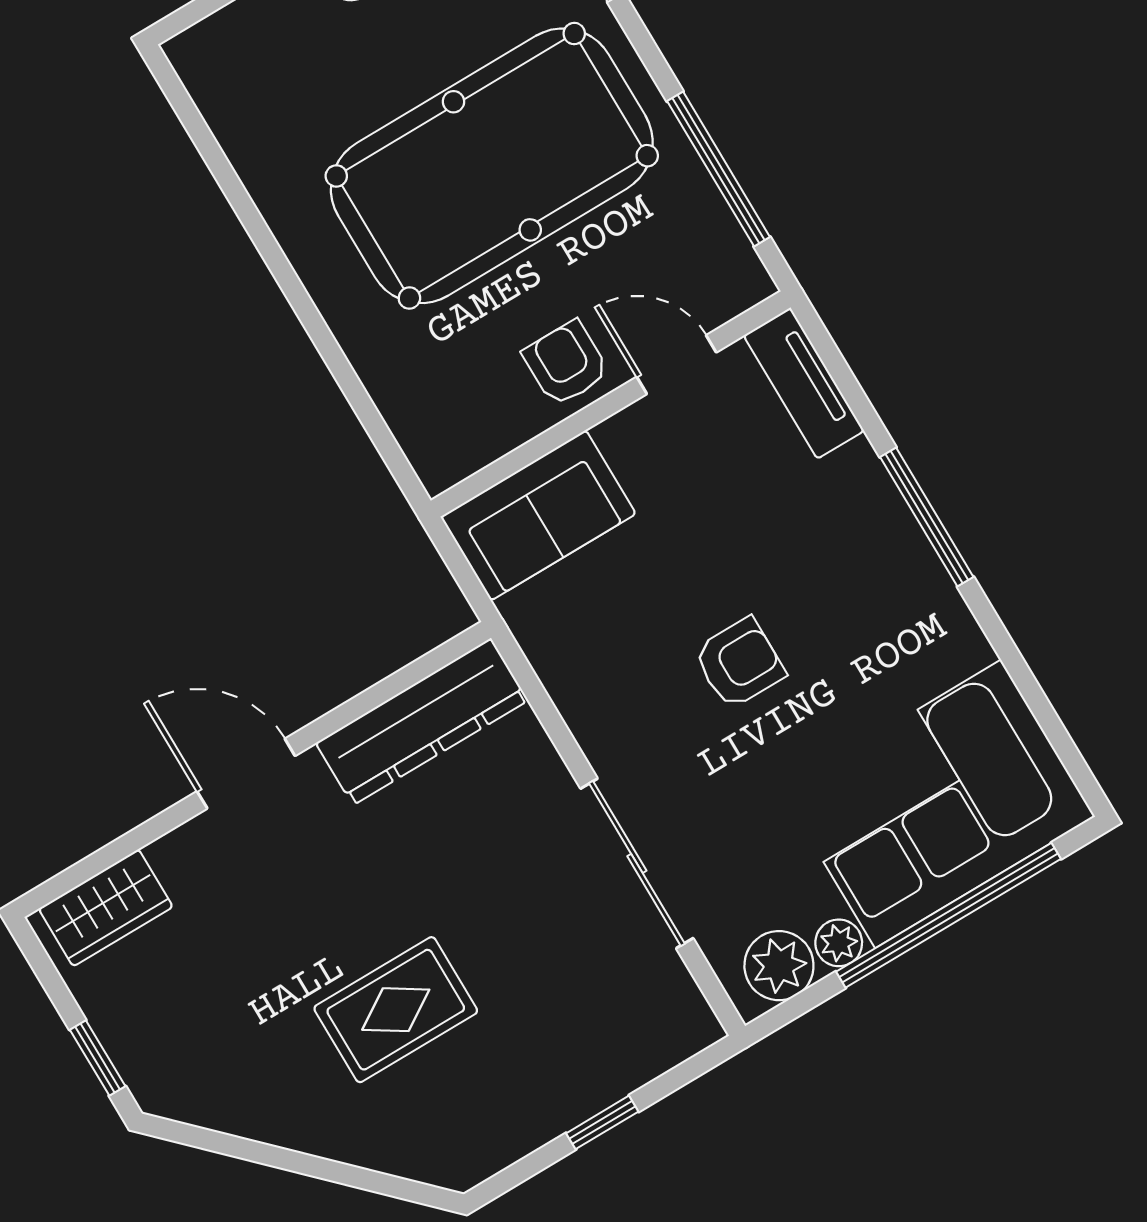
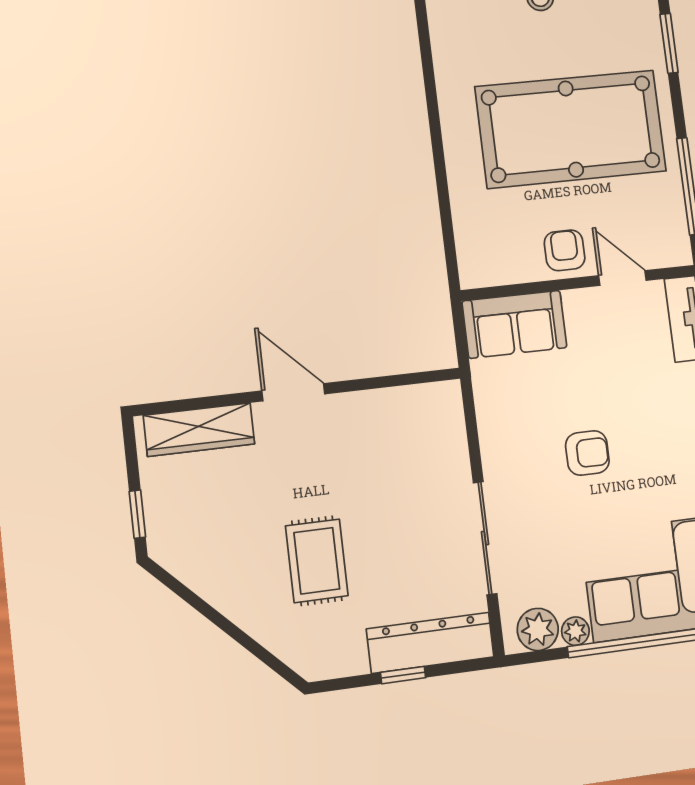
dresser: (422, 722) -> (430, 643), moved, turned 180
wardrobe: (106, 908) -> (199, 430), width x1.50
rug: (396, 1010) -> (317, 561), turned 90

